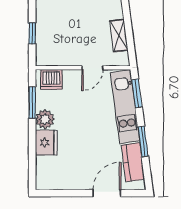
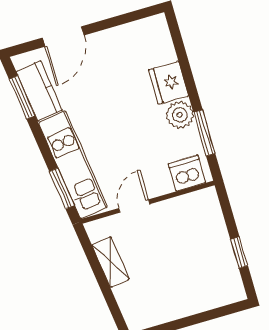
window: (32, 33) -> (239, 253), moved
window: (143, 141) -> (22, 97), moved

